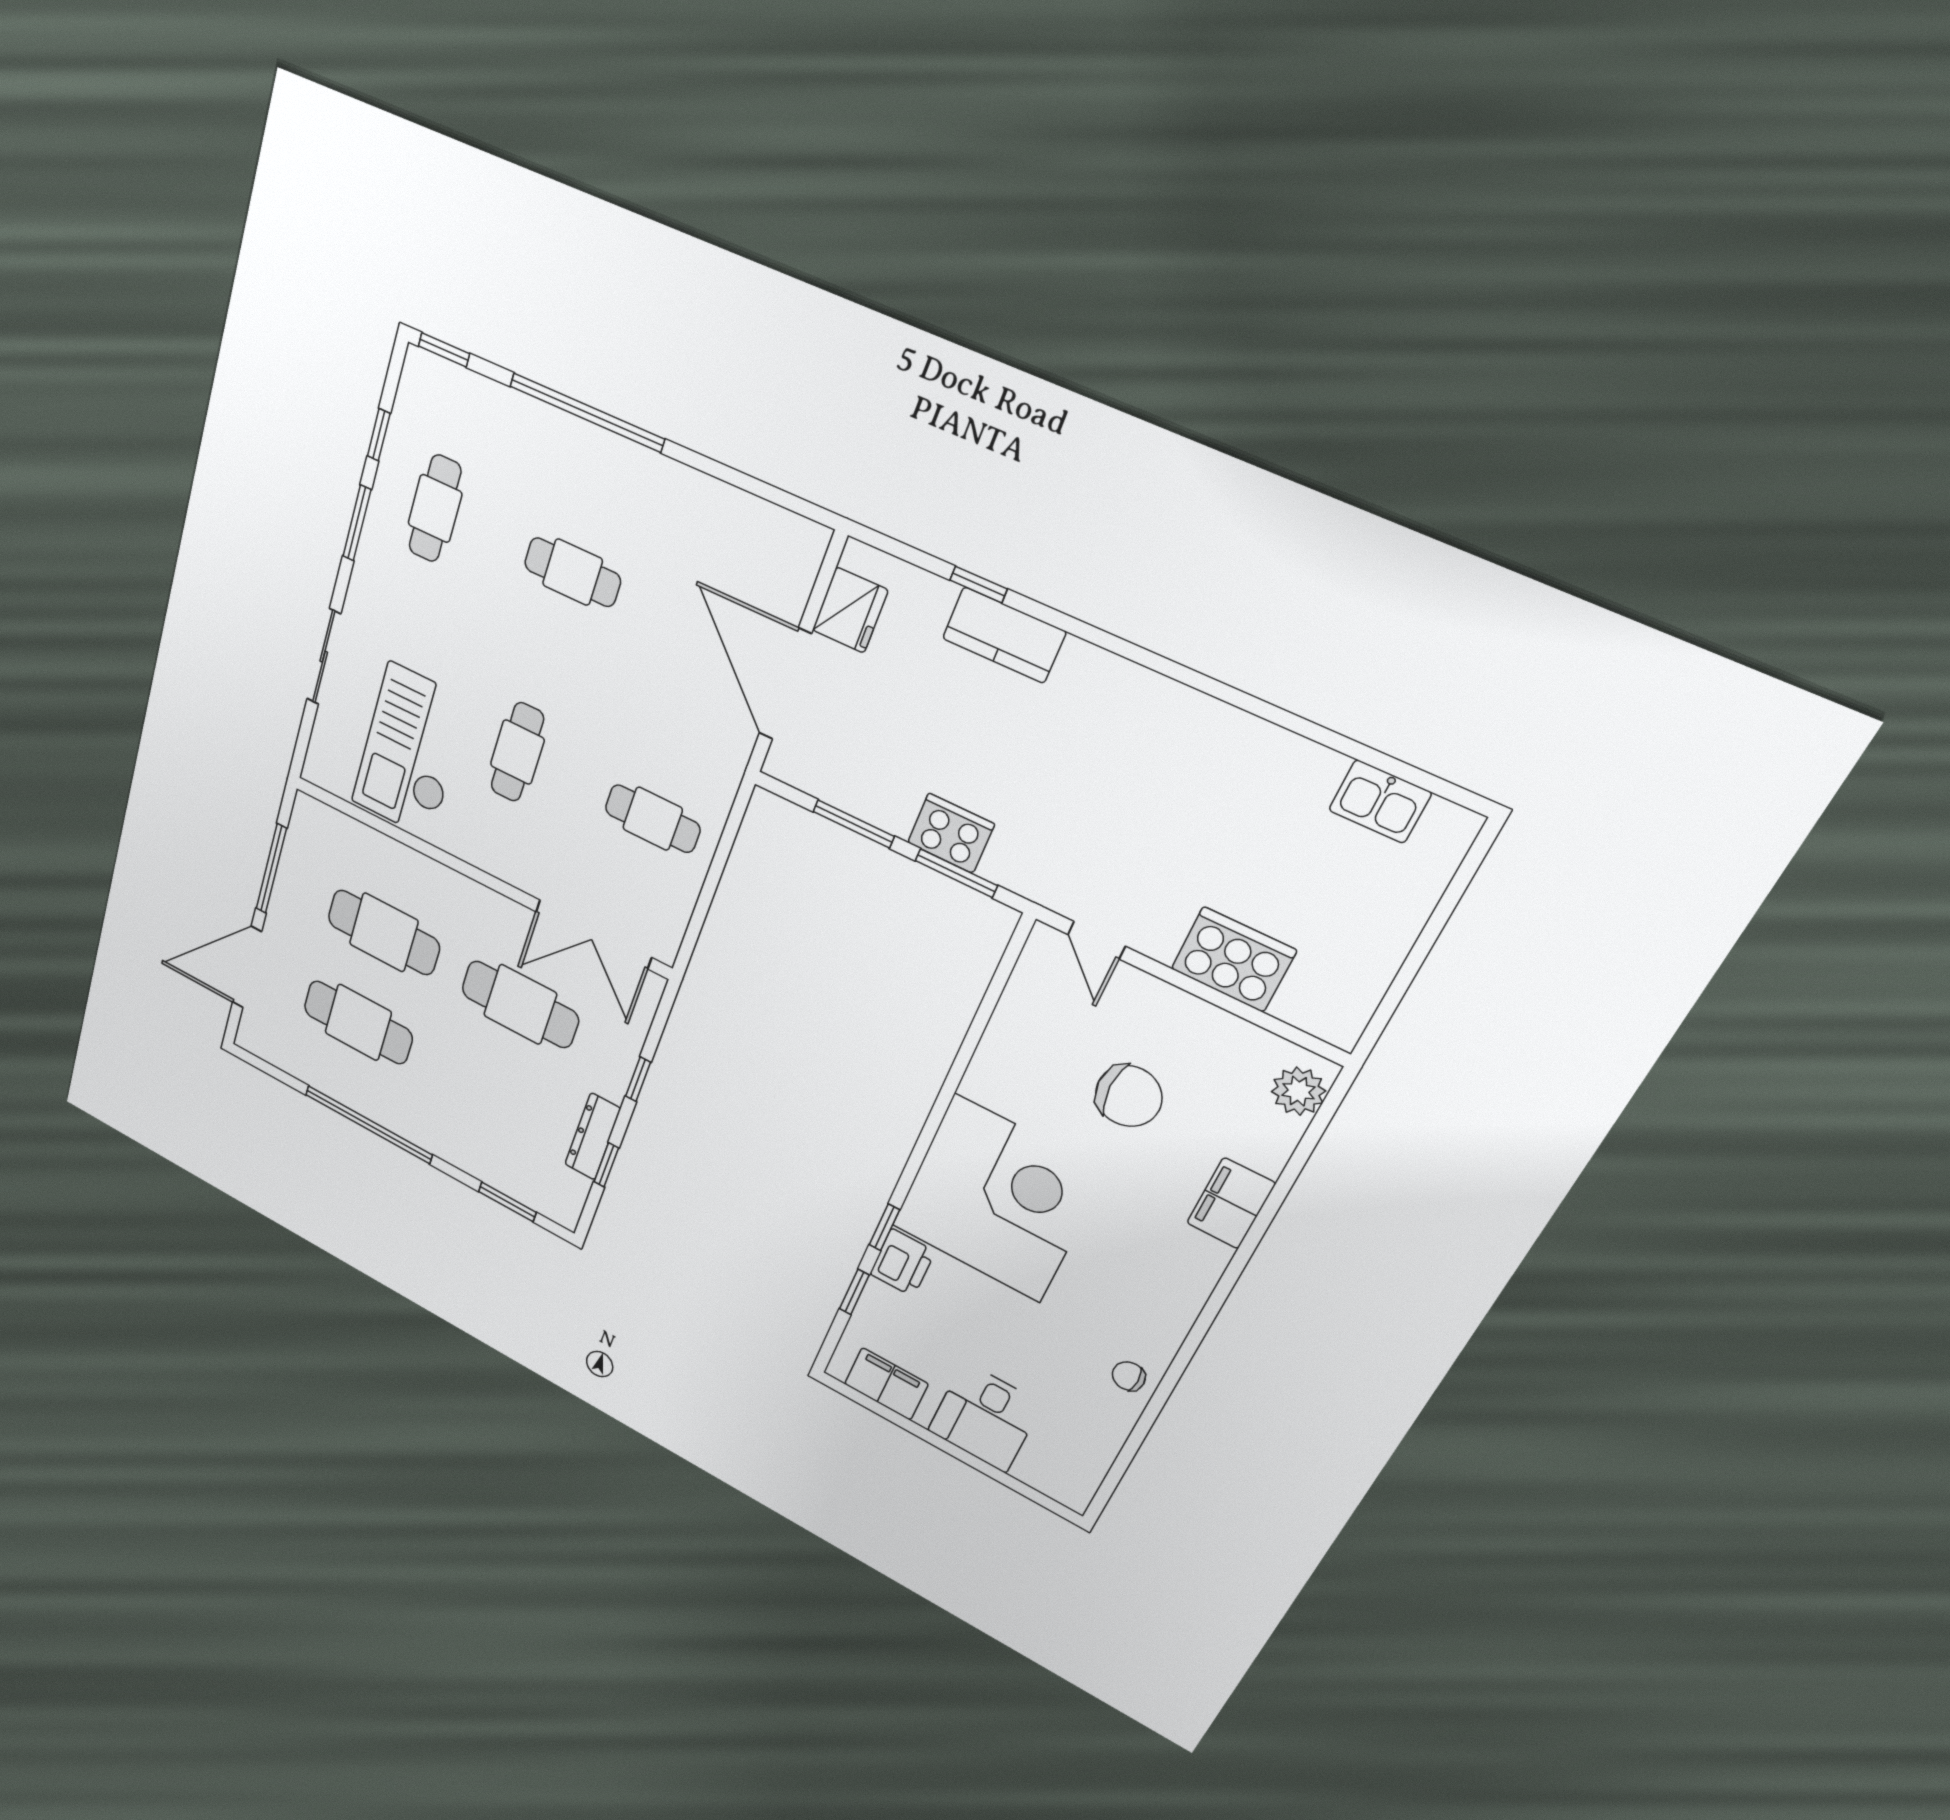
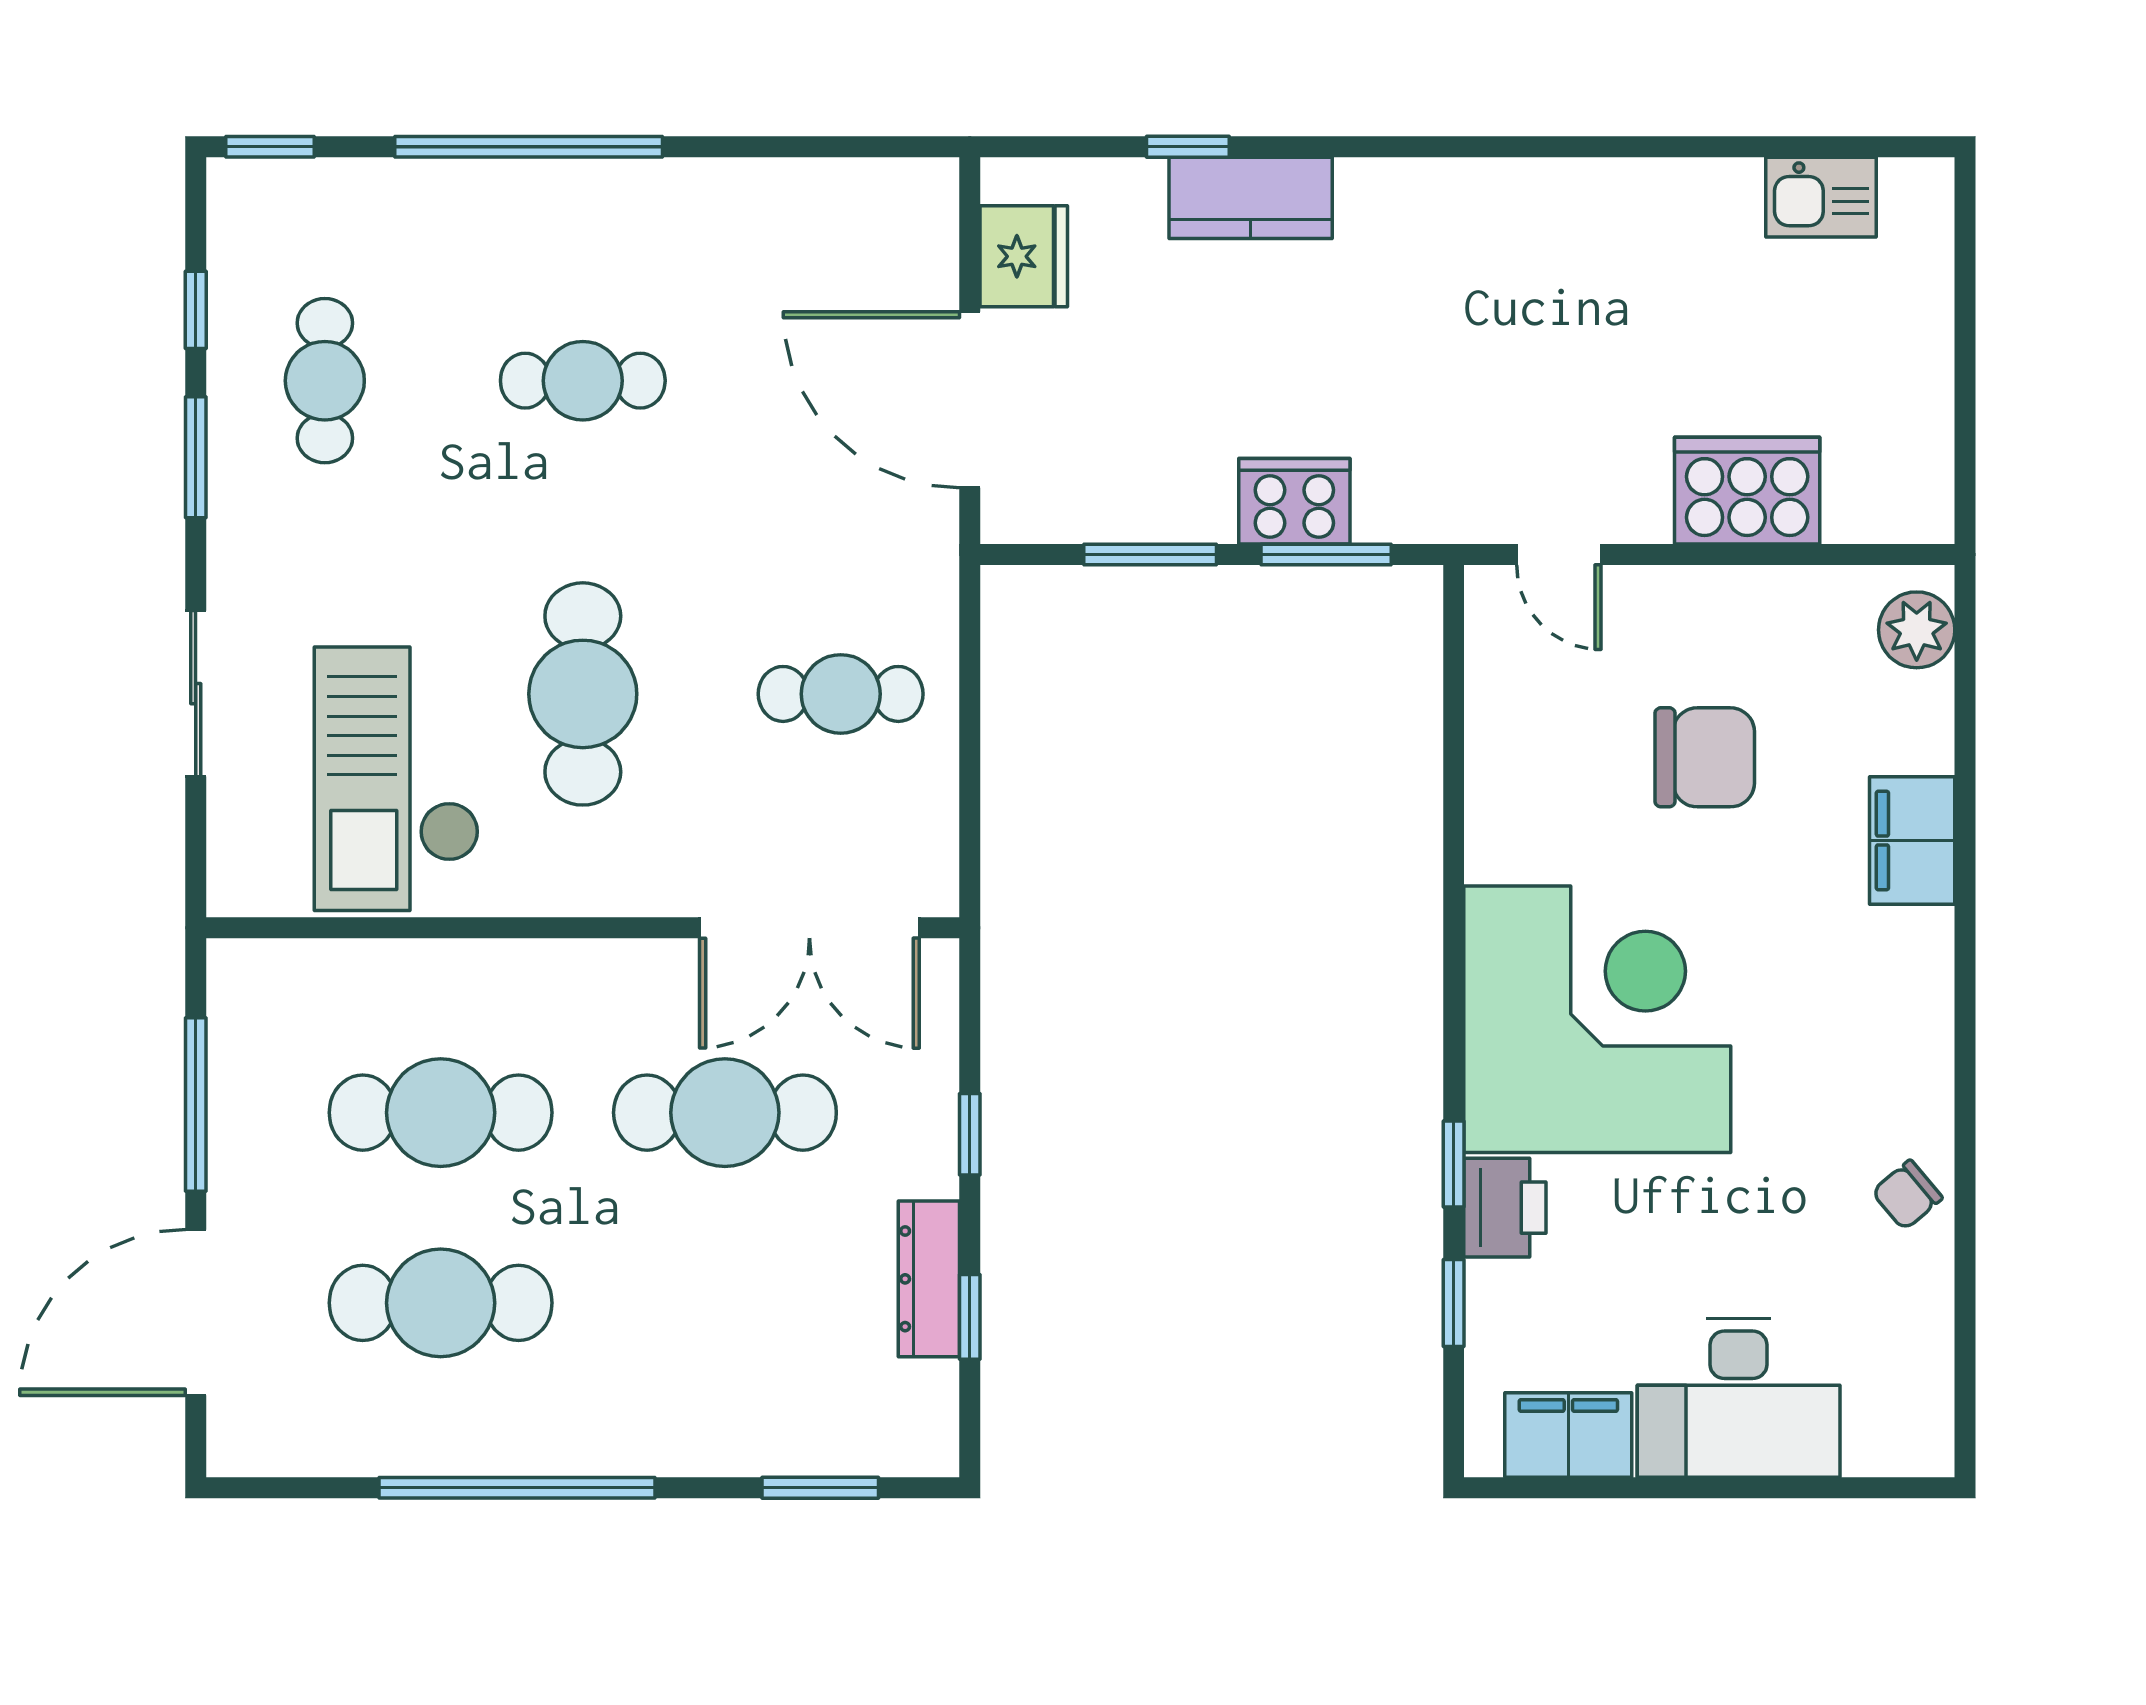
cafe table: (517, 752) -> (583, 694), width x1.37, depth x1.35
chair: (1129, 1376) -> (1907, 1195), turned -40
desk: (985, 1417) -> (1739, 1398), width x1.37

